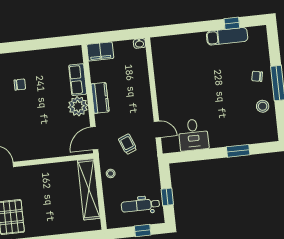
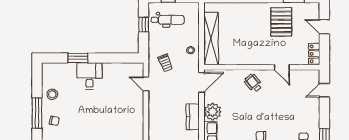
desk: (193, 135) -> (89, 76), moved
wheelchair: (35, 144) -> (253, 83), added
trolley: (128, 144) -> (165, 63), moved

